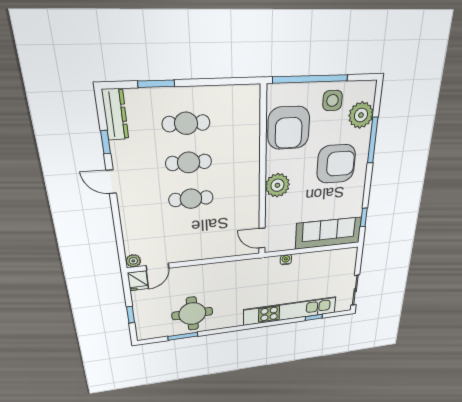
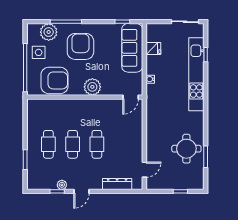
dresser: (115, 115) -> (117, 184), moved
plant: (133, 261) -> (62, 185), moved
door: (157, 267) -> (144, 170), hinge flipped
fridge: (138, 281) -> (153, 48), moved

